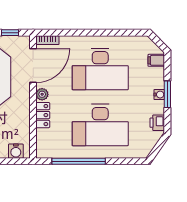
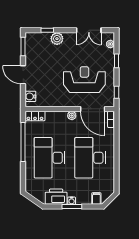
locker: (43, 115) -> (35, 116), moved
printer: (157, 123) -> (56, 197), width x1.87, depth x1.48

